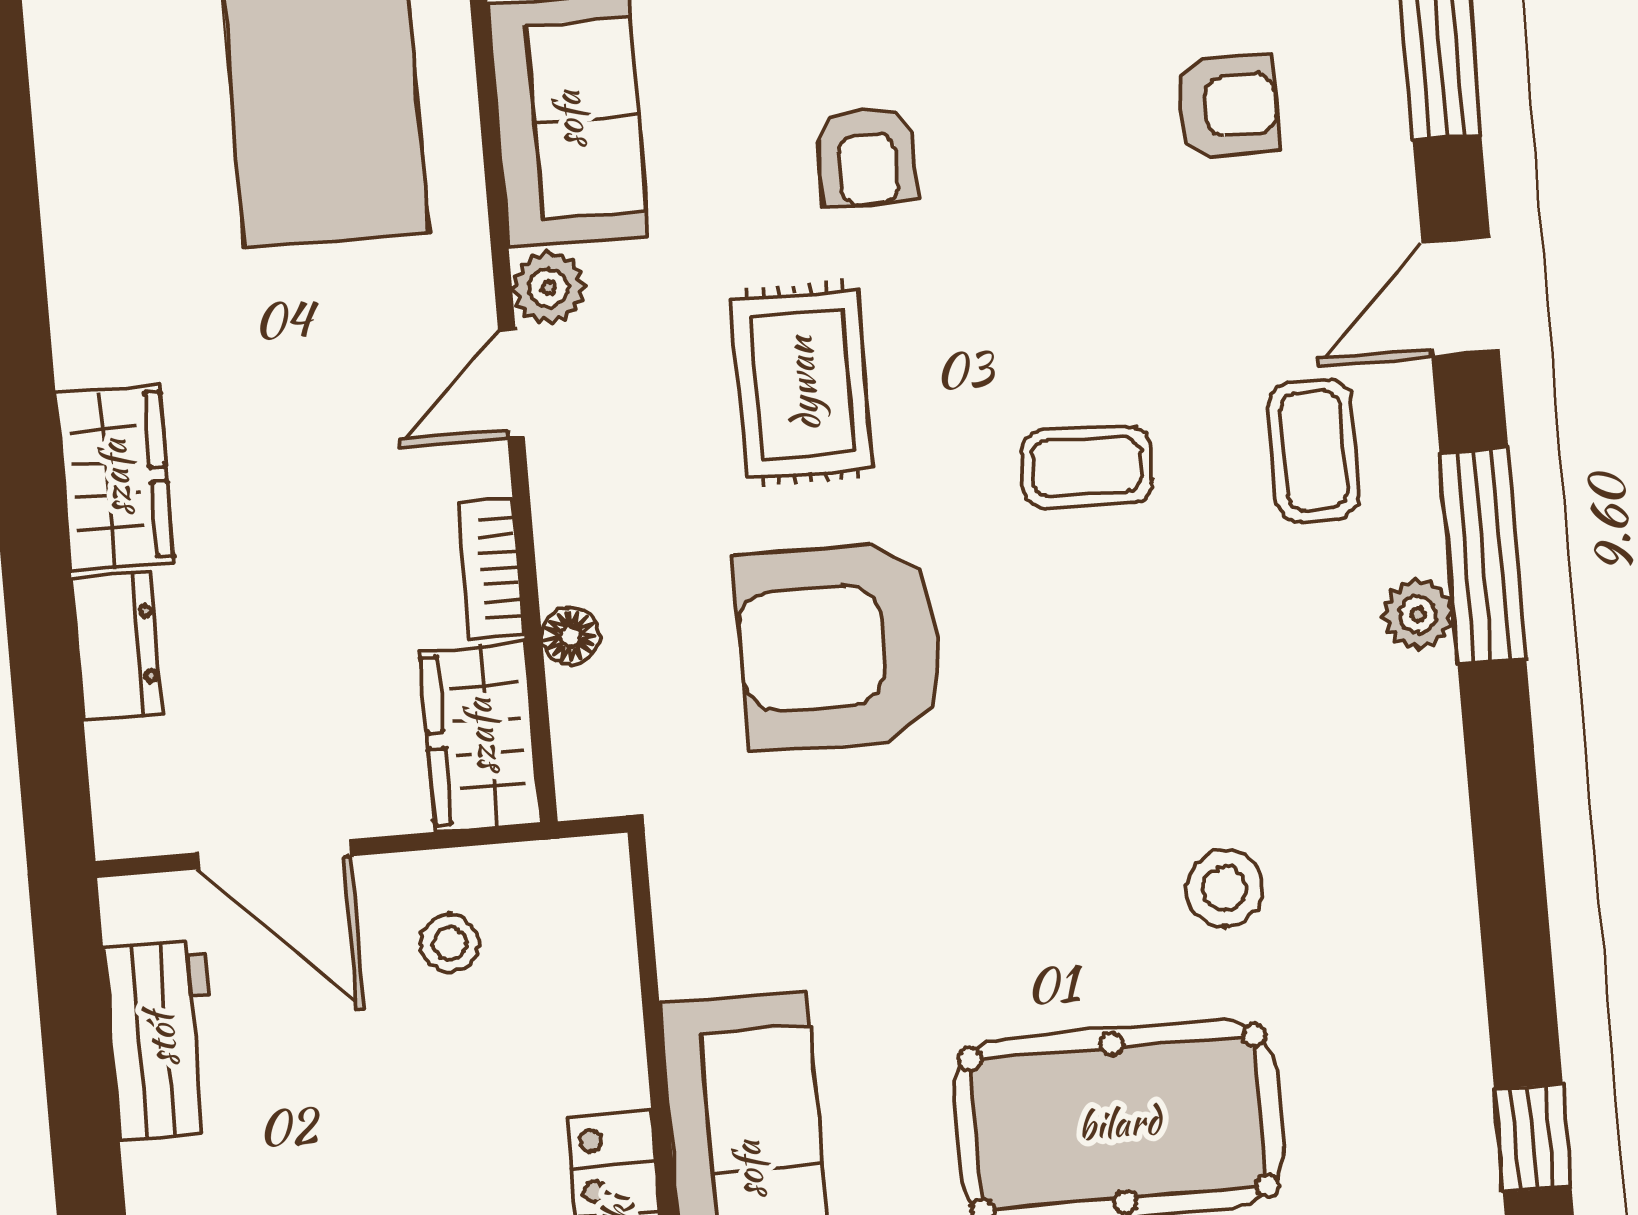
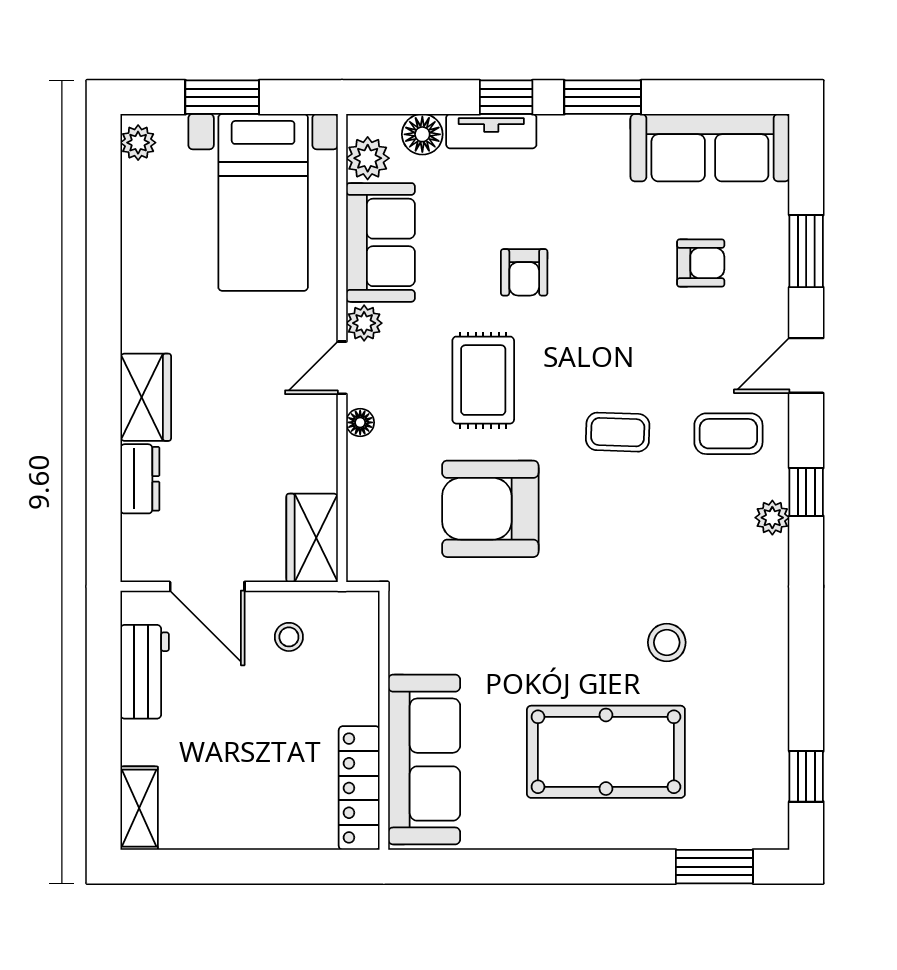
coffee table: (1314, 450) -> (728, 434), turned 90
window: (1483, 556) -> (806, 492), width x0.46
bookcase: (491, 569) -> (325, 457), removed
floor lamp: (570, 636) -> (360, 422), moved

